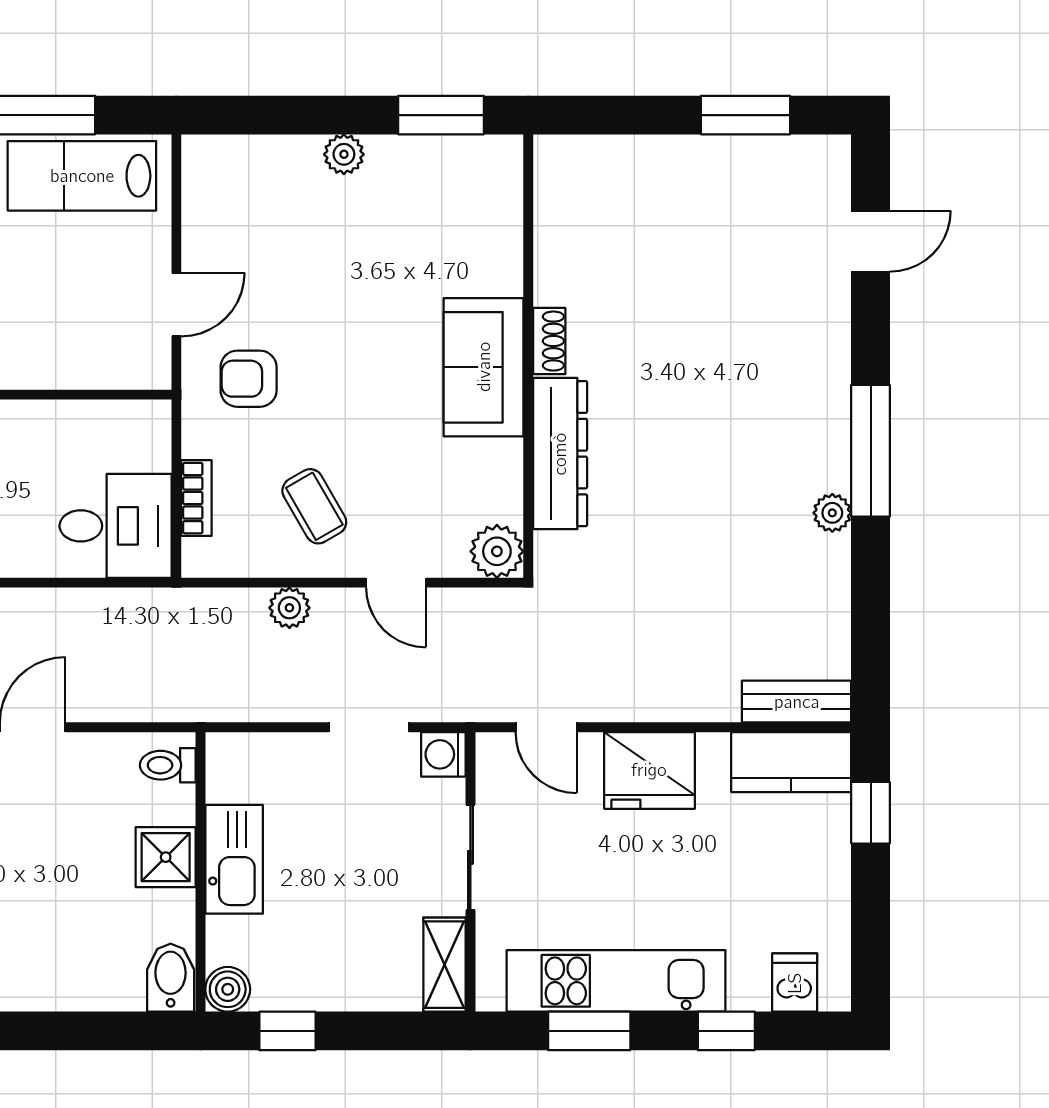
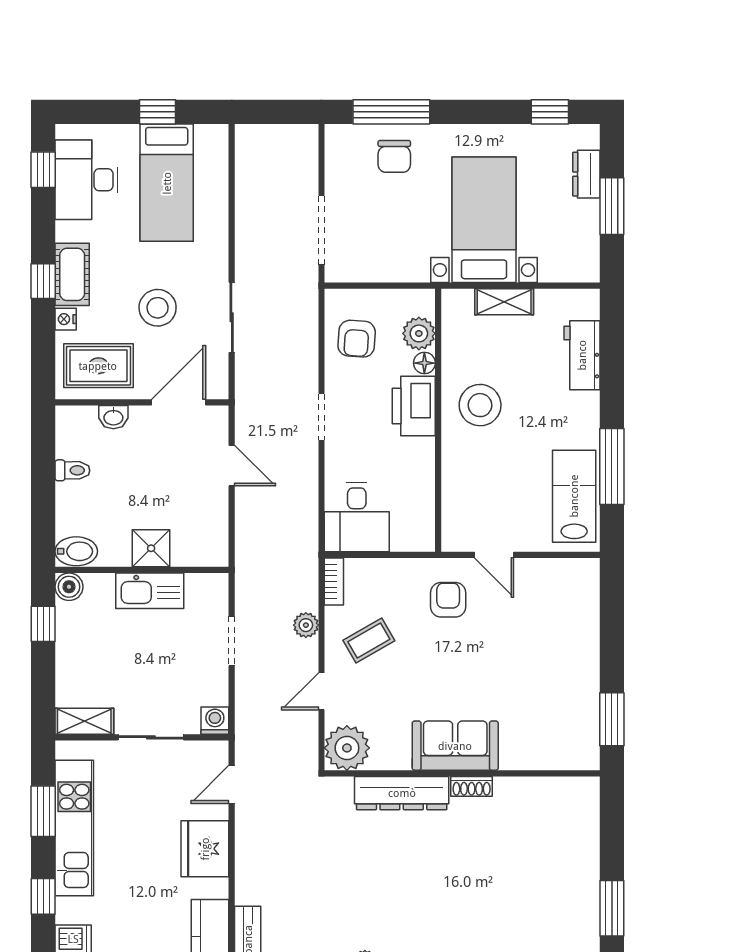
plant: (344, 154) -> (587, 659), removed
bookcase: (196, 498) -> (334, 581), moved, turned -90
plant: (497, 551) -> (347, 748), width x1.36, depth x1.36
doorway: (369, 727) -> (232, 641), moved
toilet: (168, 765) -> (72, 470), moved, turned 90

